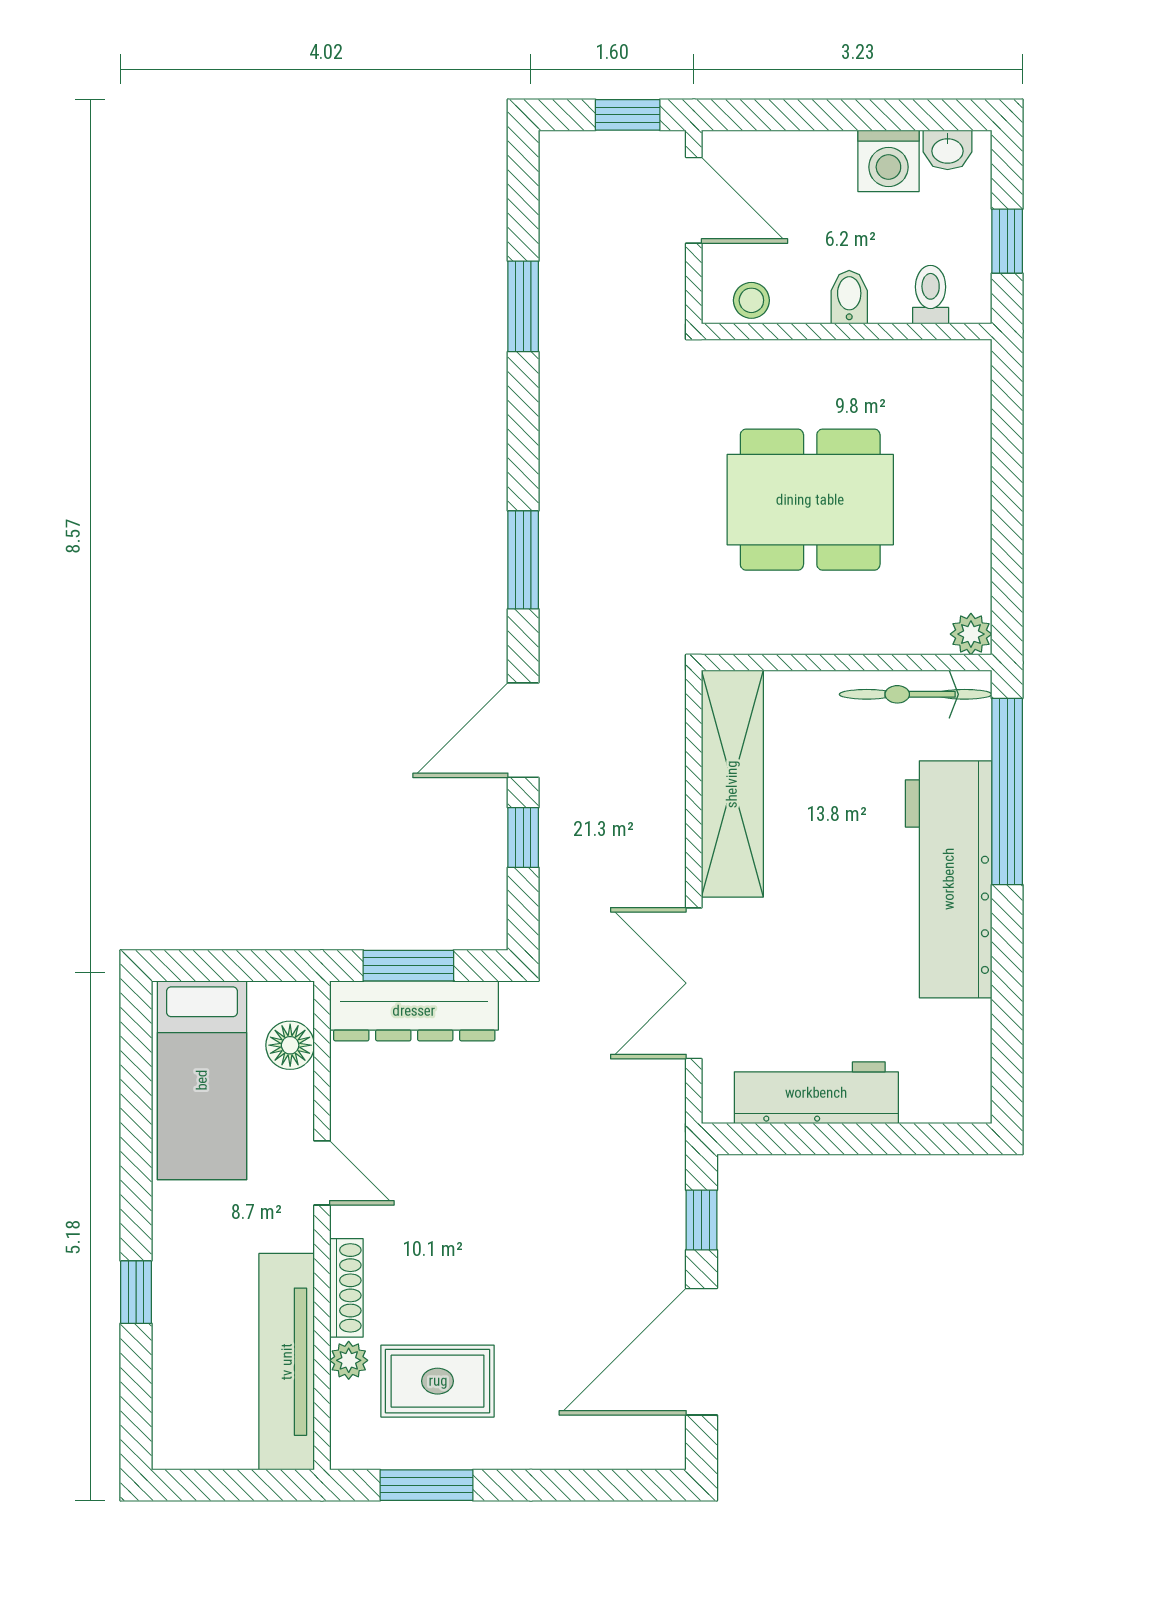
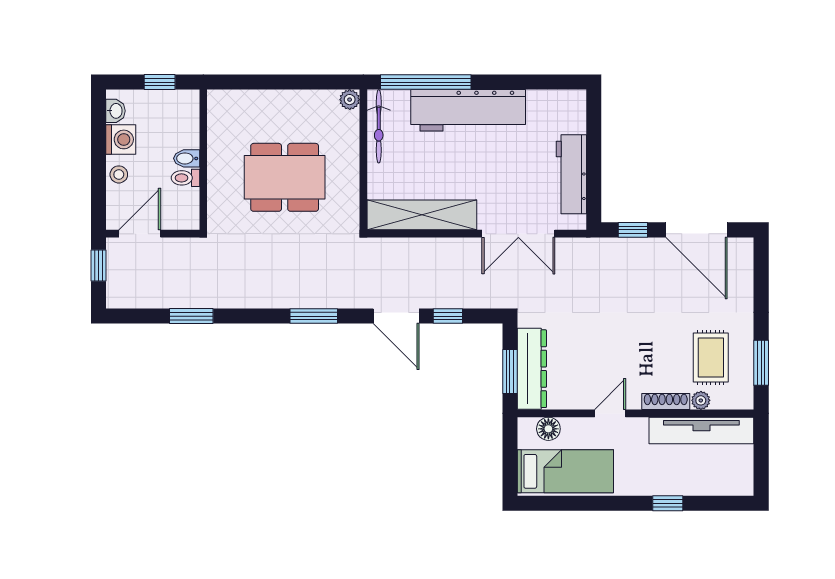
toilet: (931, 295) -> (185, 178), moved
stool: (751, 300) -> (119, 174), moved
dining table: (810, 500) -> (285, 177), turned 90

